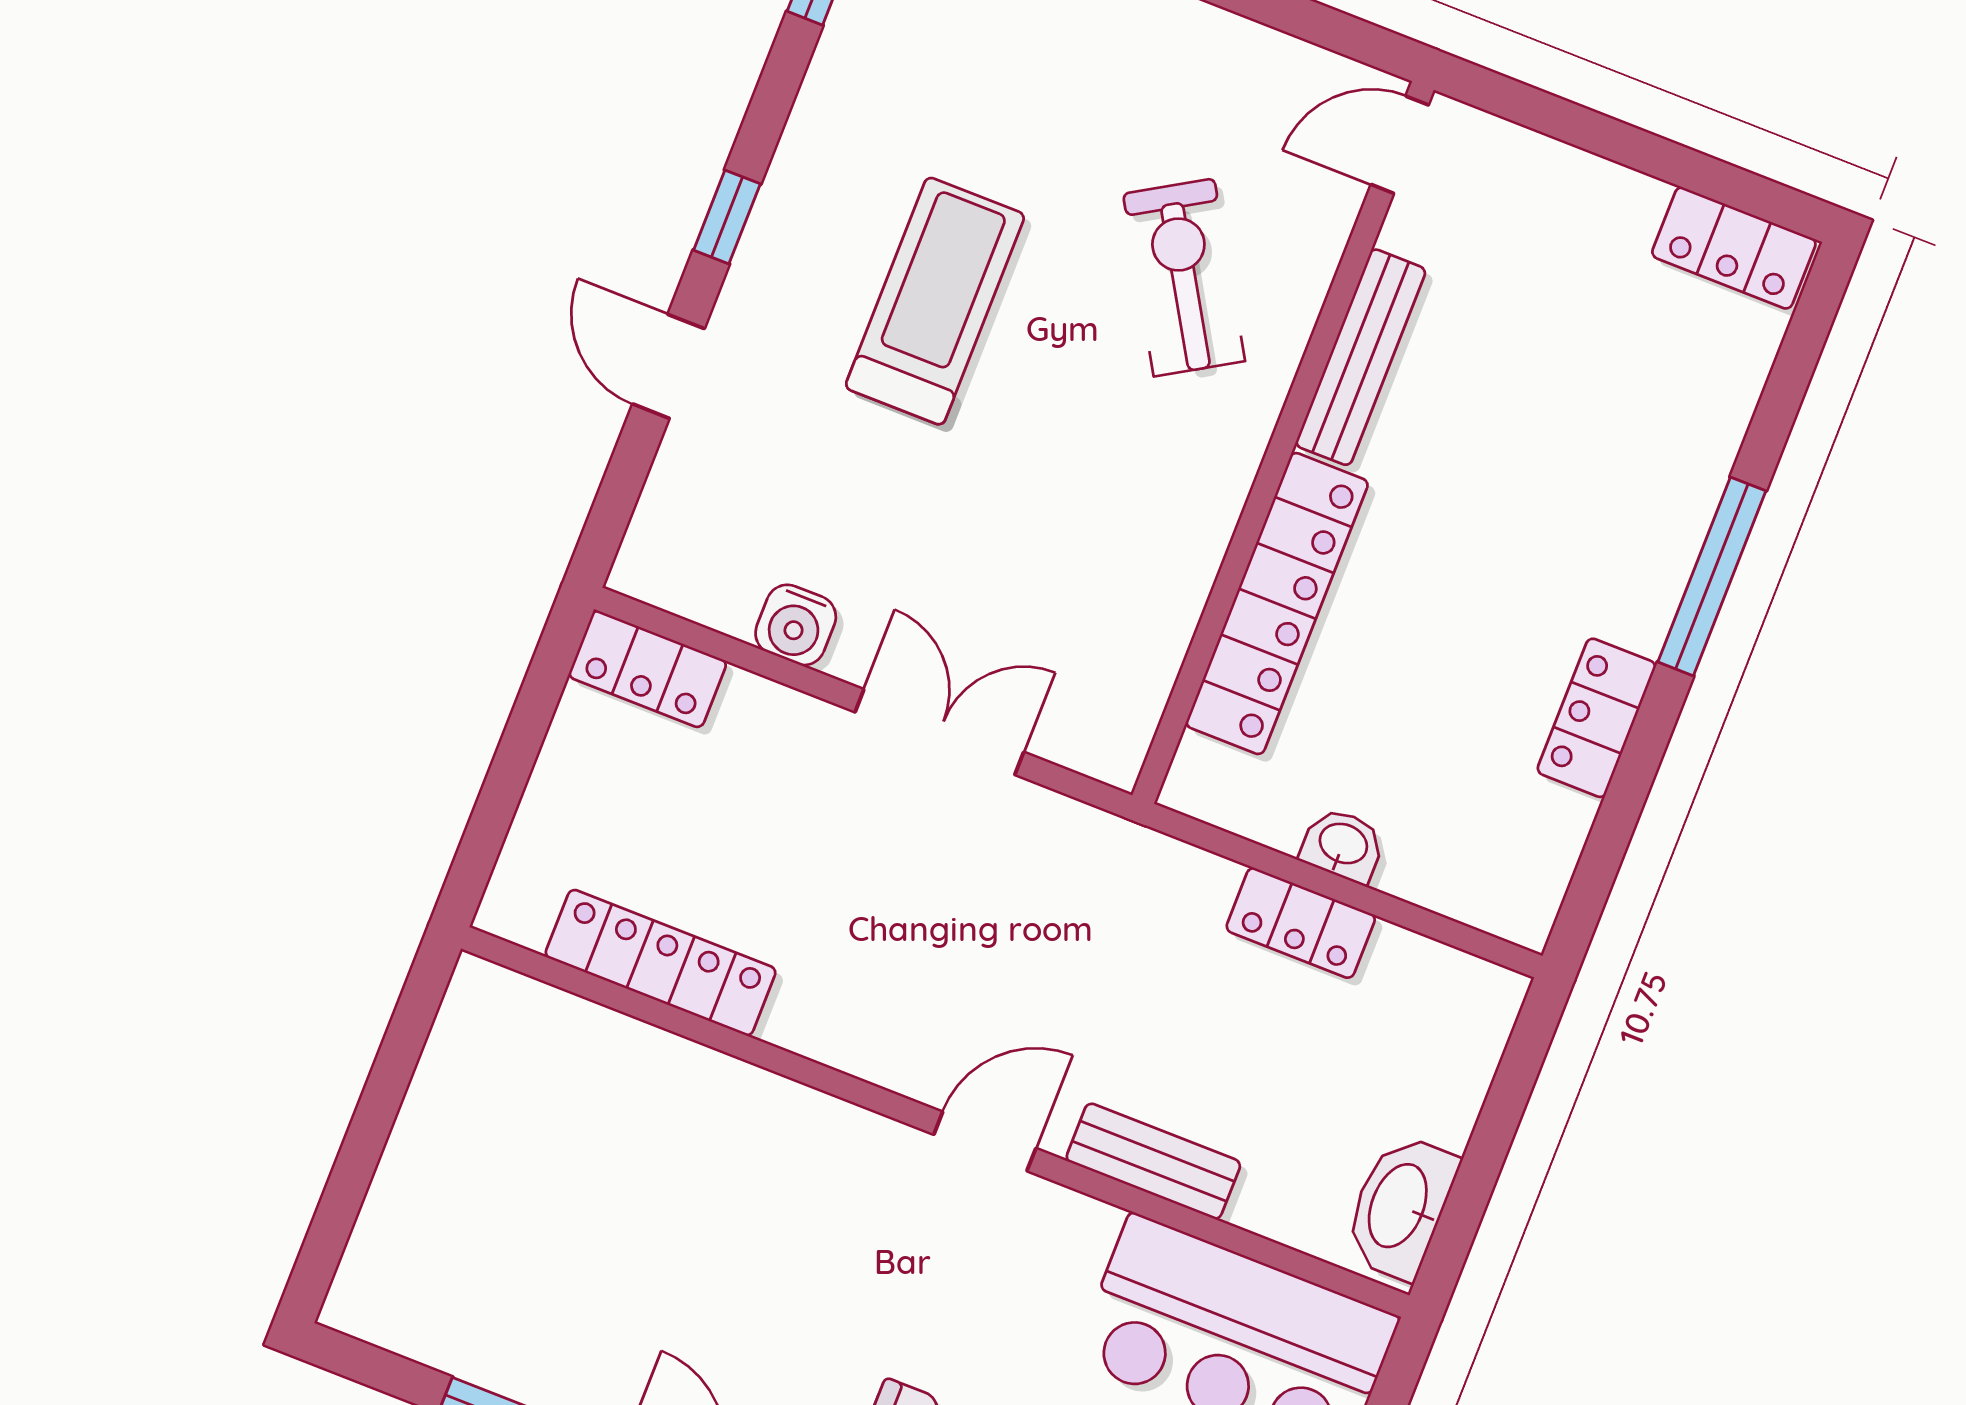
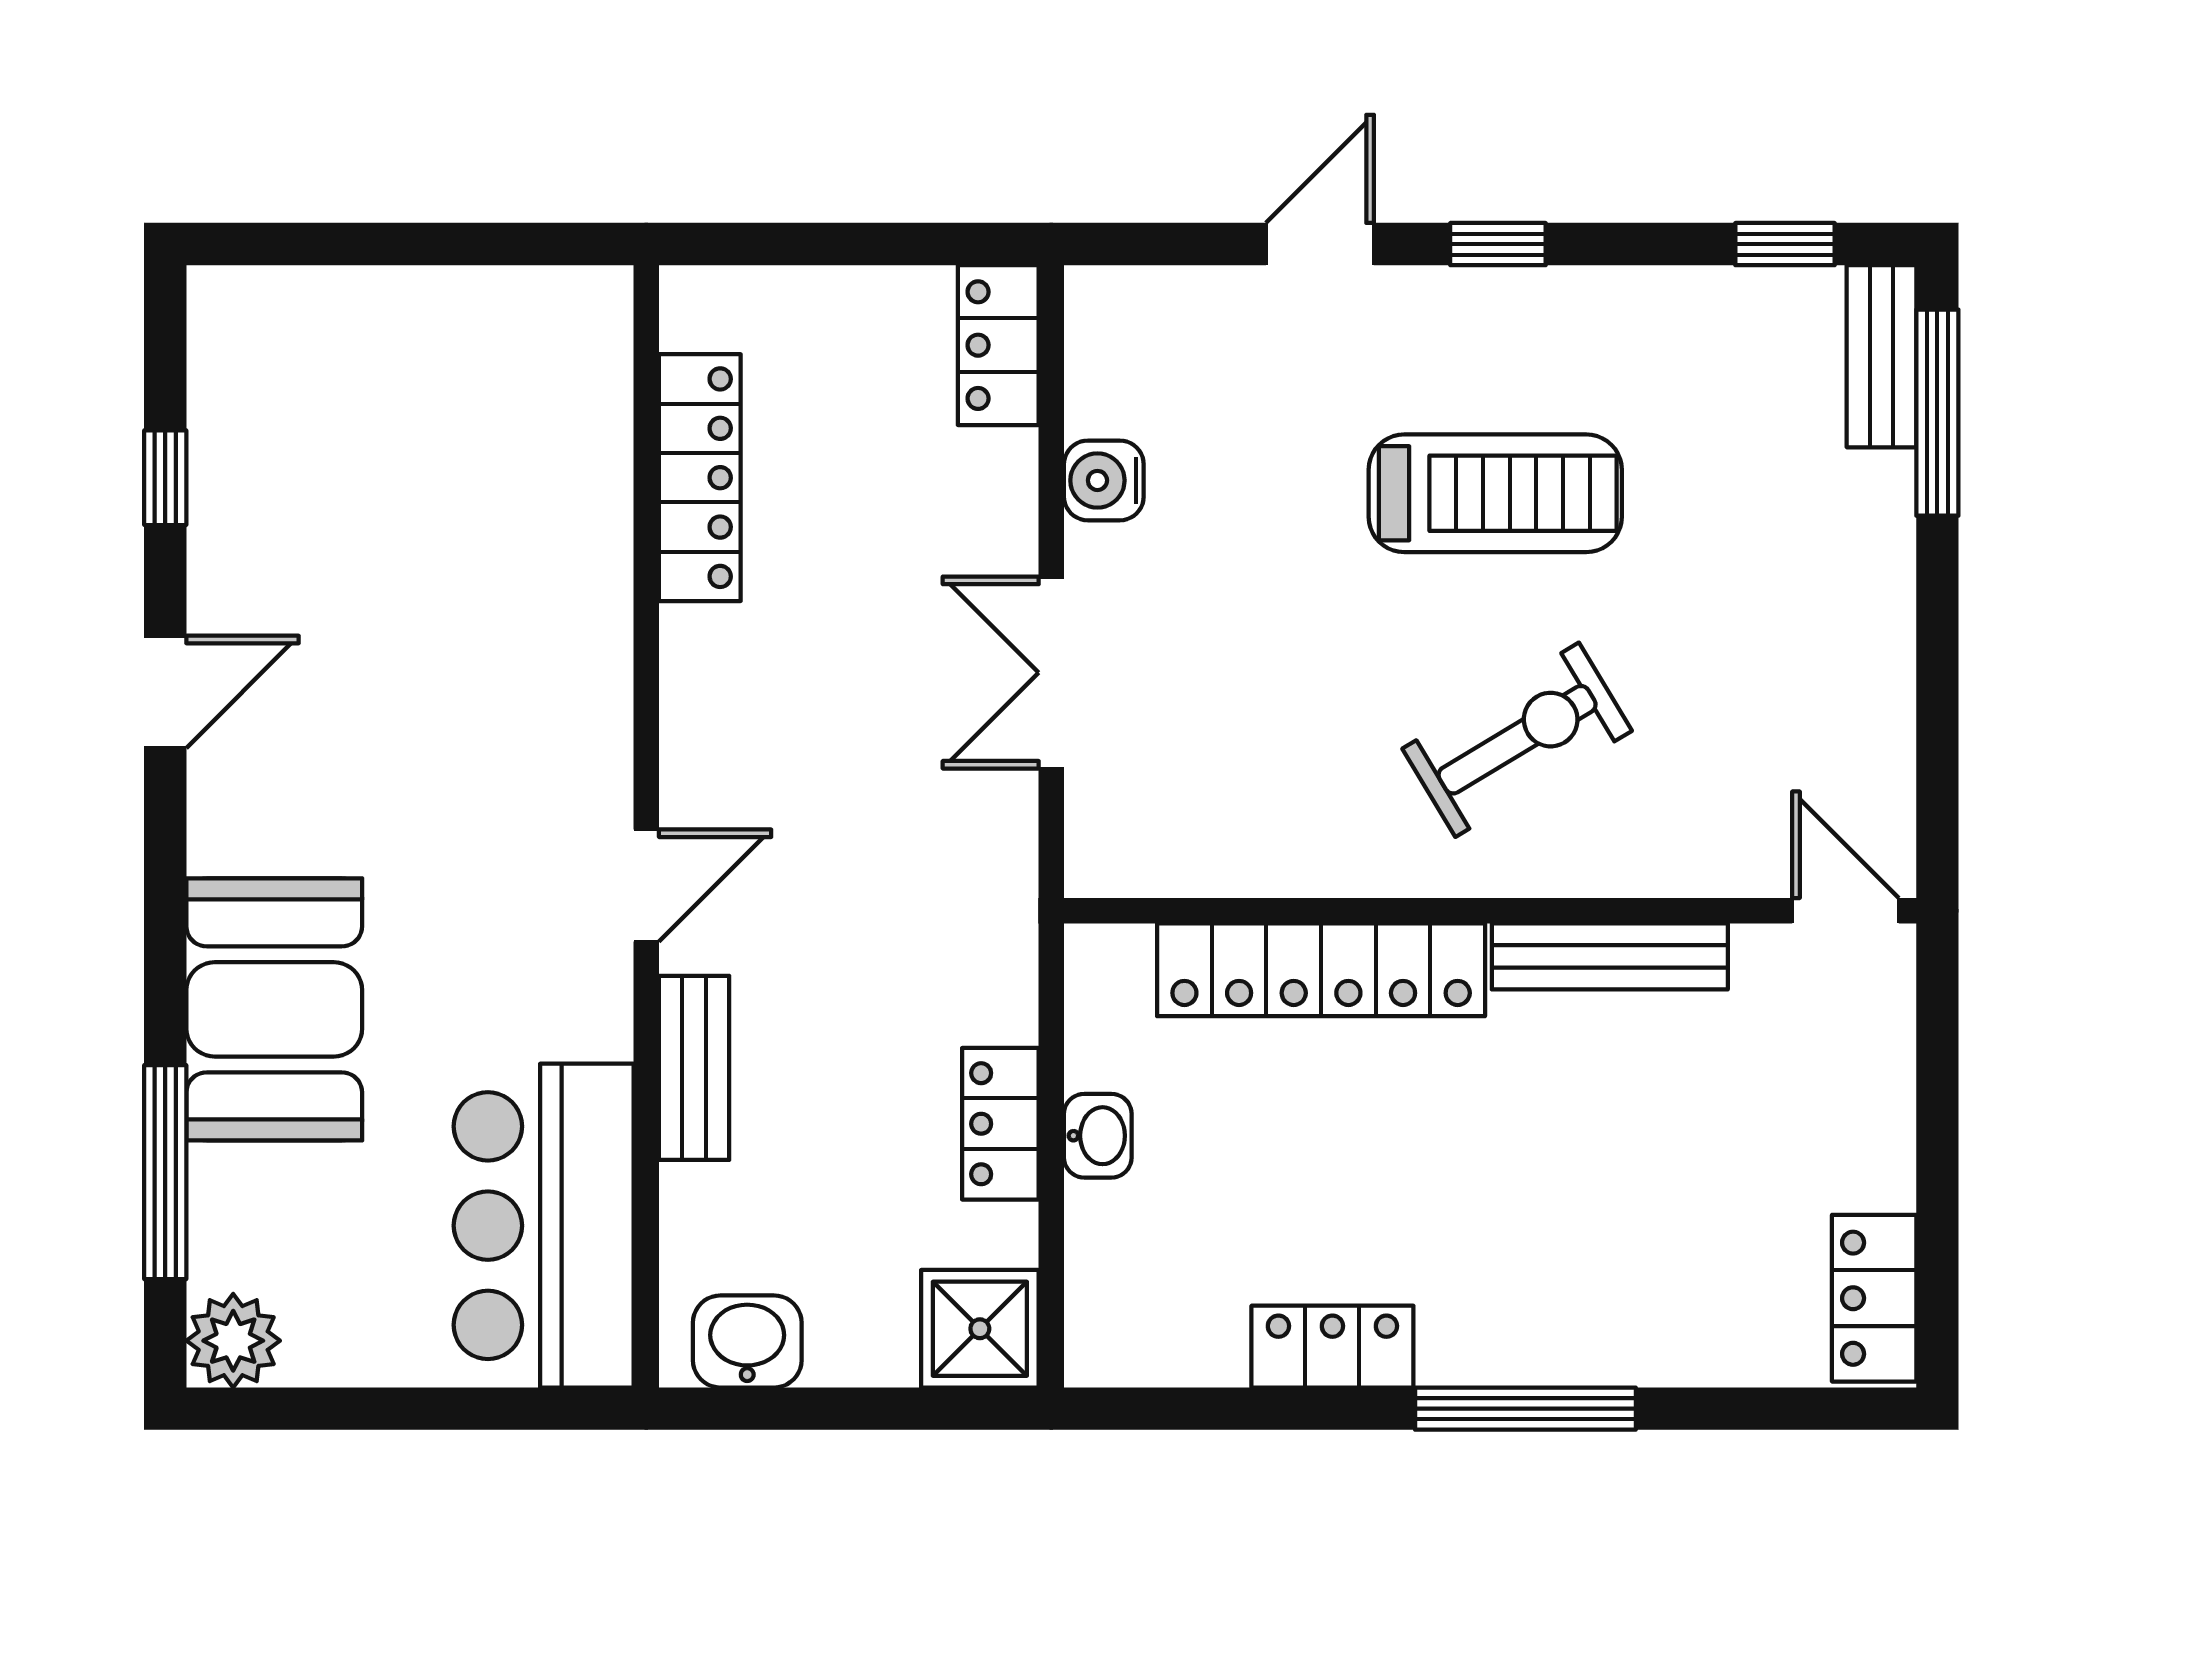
exercise bike: (1184, 277) -> (1517, 740), moved
double door: (939, 732) -> (1051, 673), swing flipped
shower: (1466, 1007) -> (980, 1329), added
door: (985, 1141) -> (646, 886), hinge flipped
washbasin: (1400, 1207) -> (747, 1341), width x0.72

